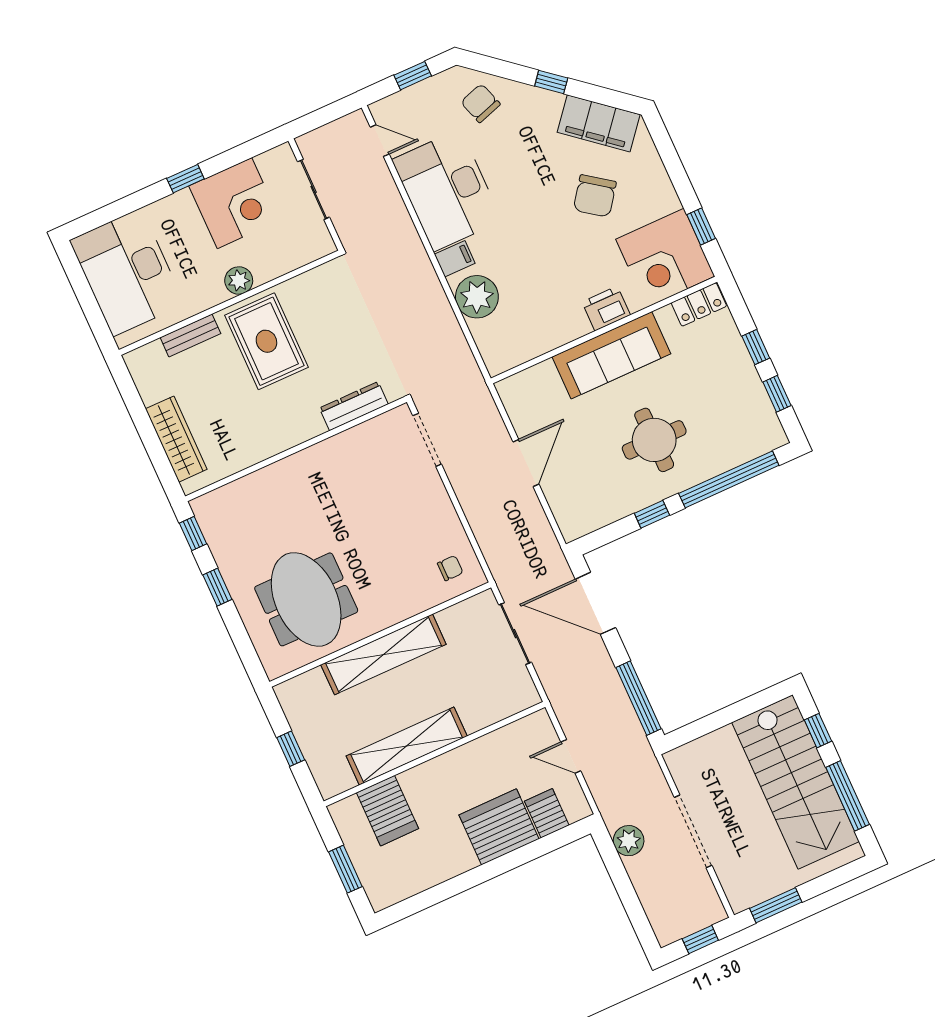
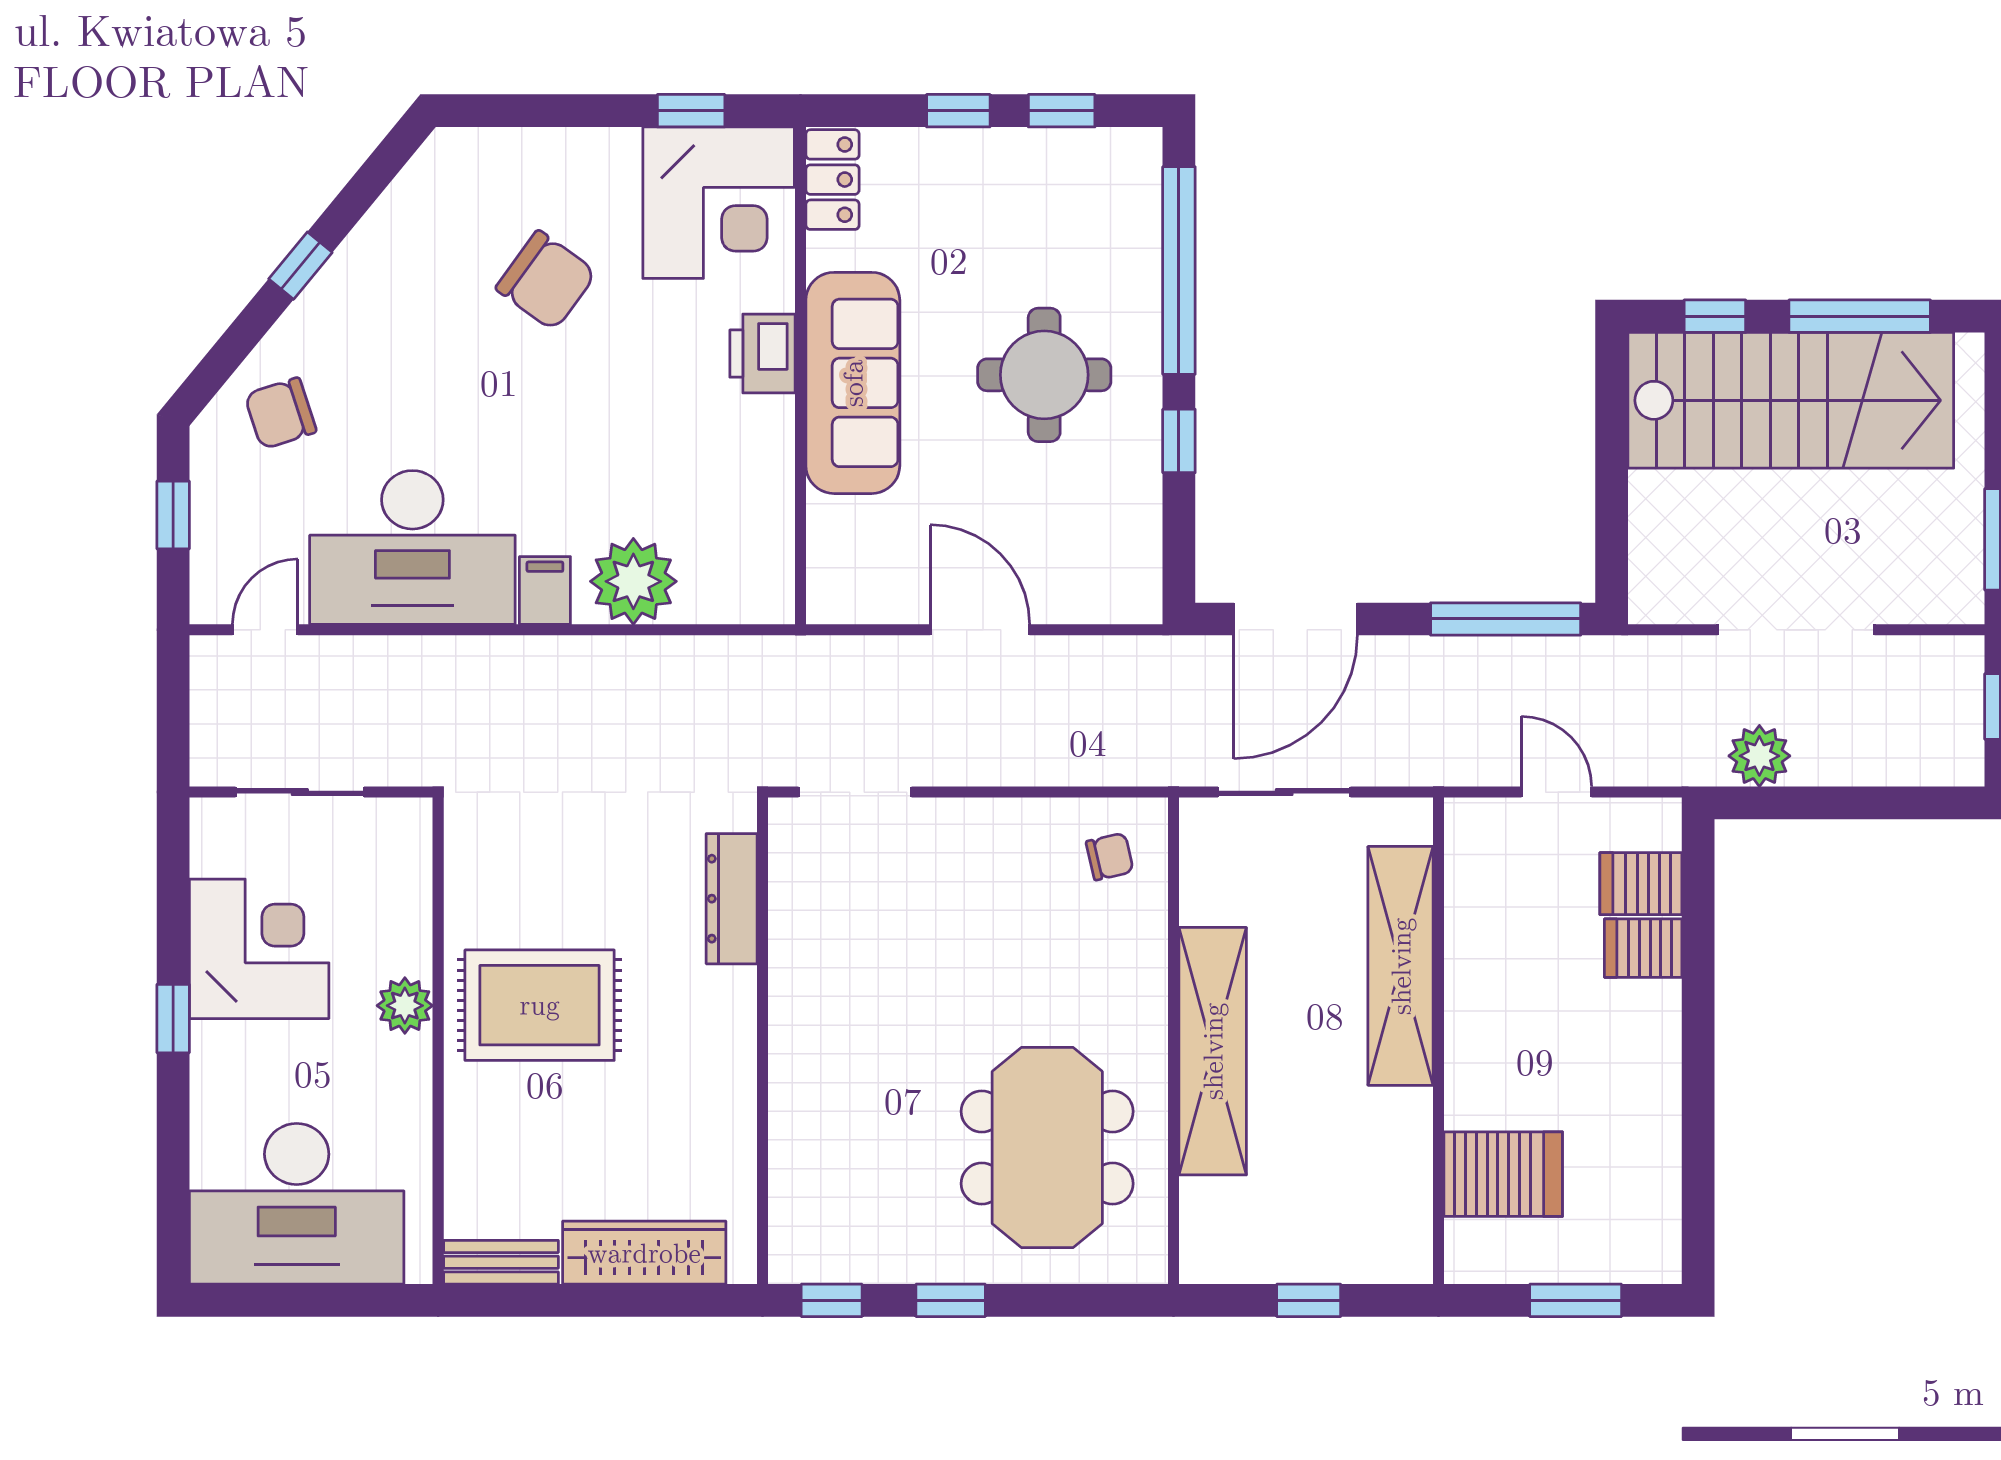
filing cabinet: (599, 123) -> (416, 213), removed
bench: (190, 335) -> (501, 1262), moved, turned 90
chair: (450, 568) -> (1110, 857), turned 77
meeting table: (306, 599) -> (1047, 1148), turned 90
shelving: (407, 746) -> (1401, 966), moved
door: (571, 756) -> (1556, 792), swing flipped
server rack: (499, 827) -> (1643, 948), width x0.46, depth x0.70

